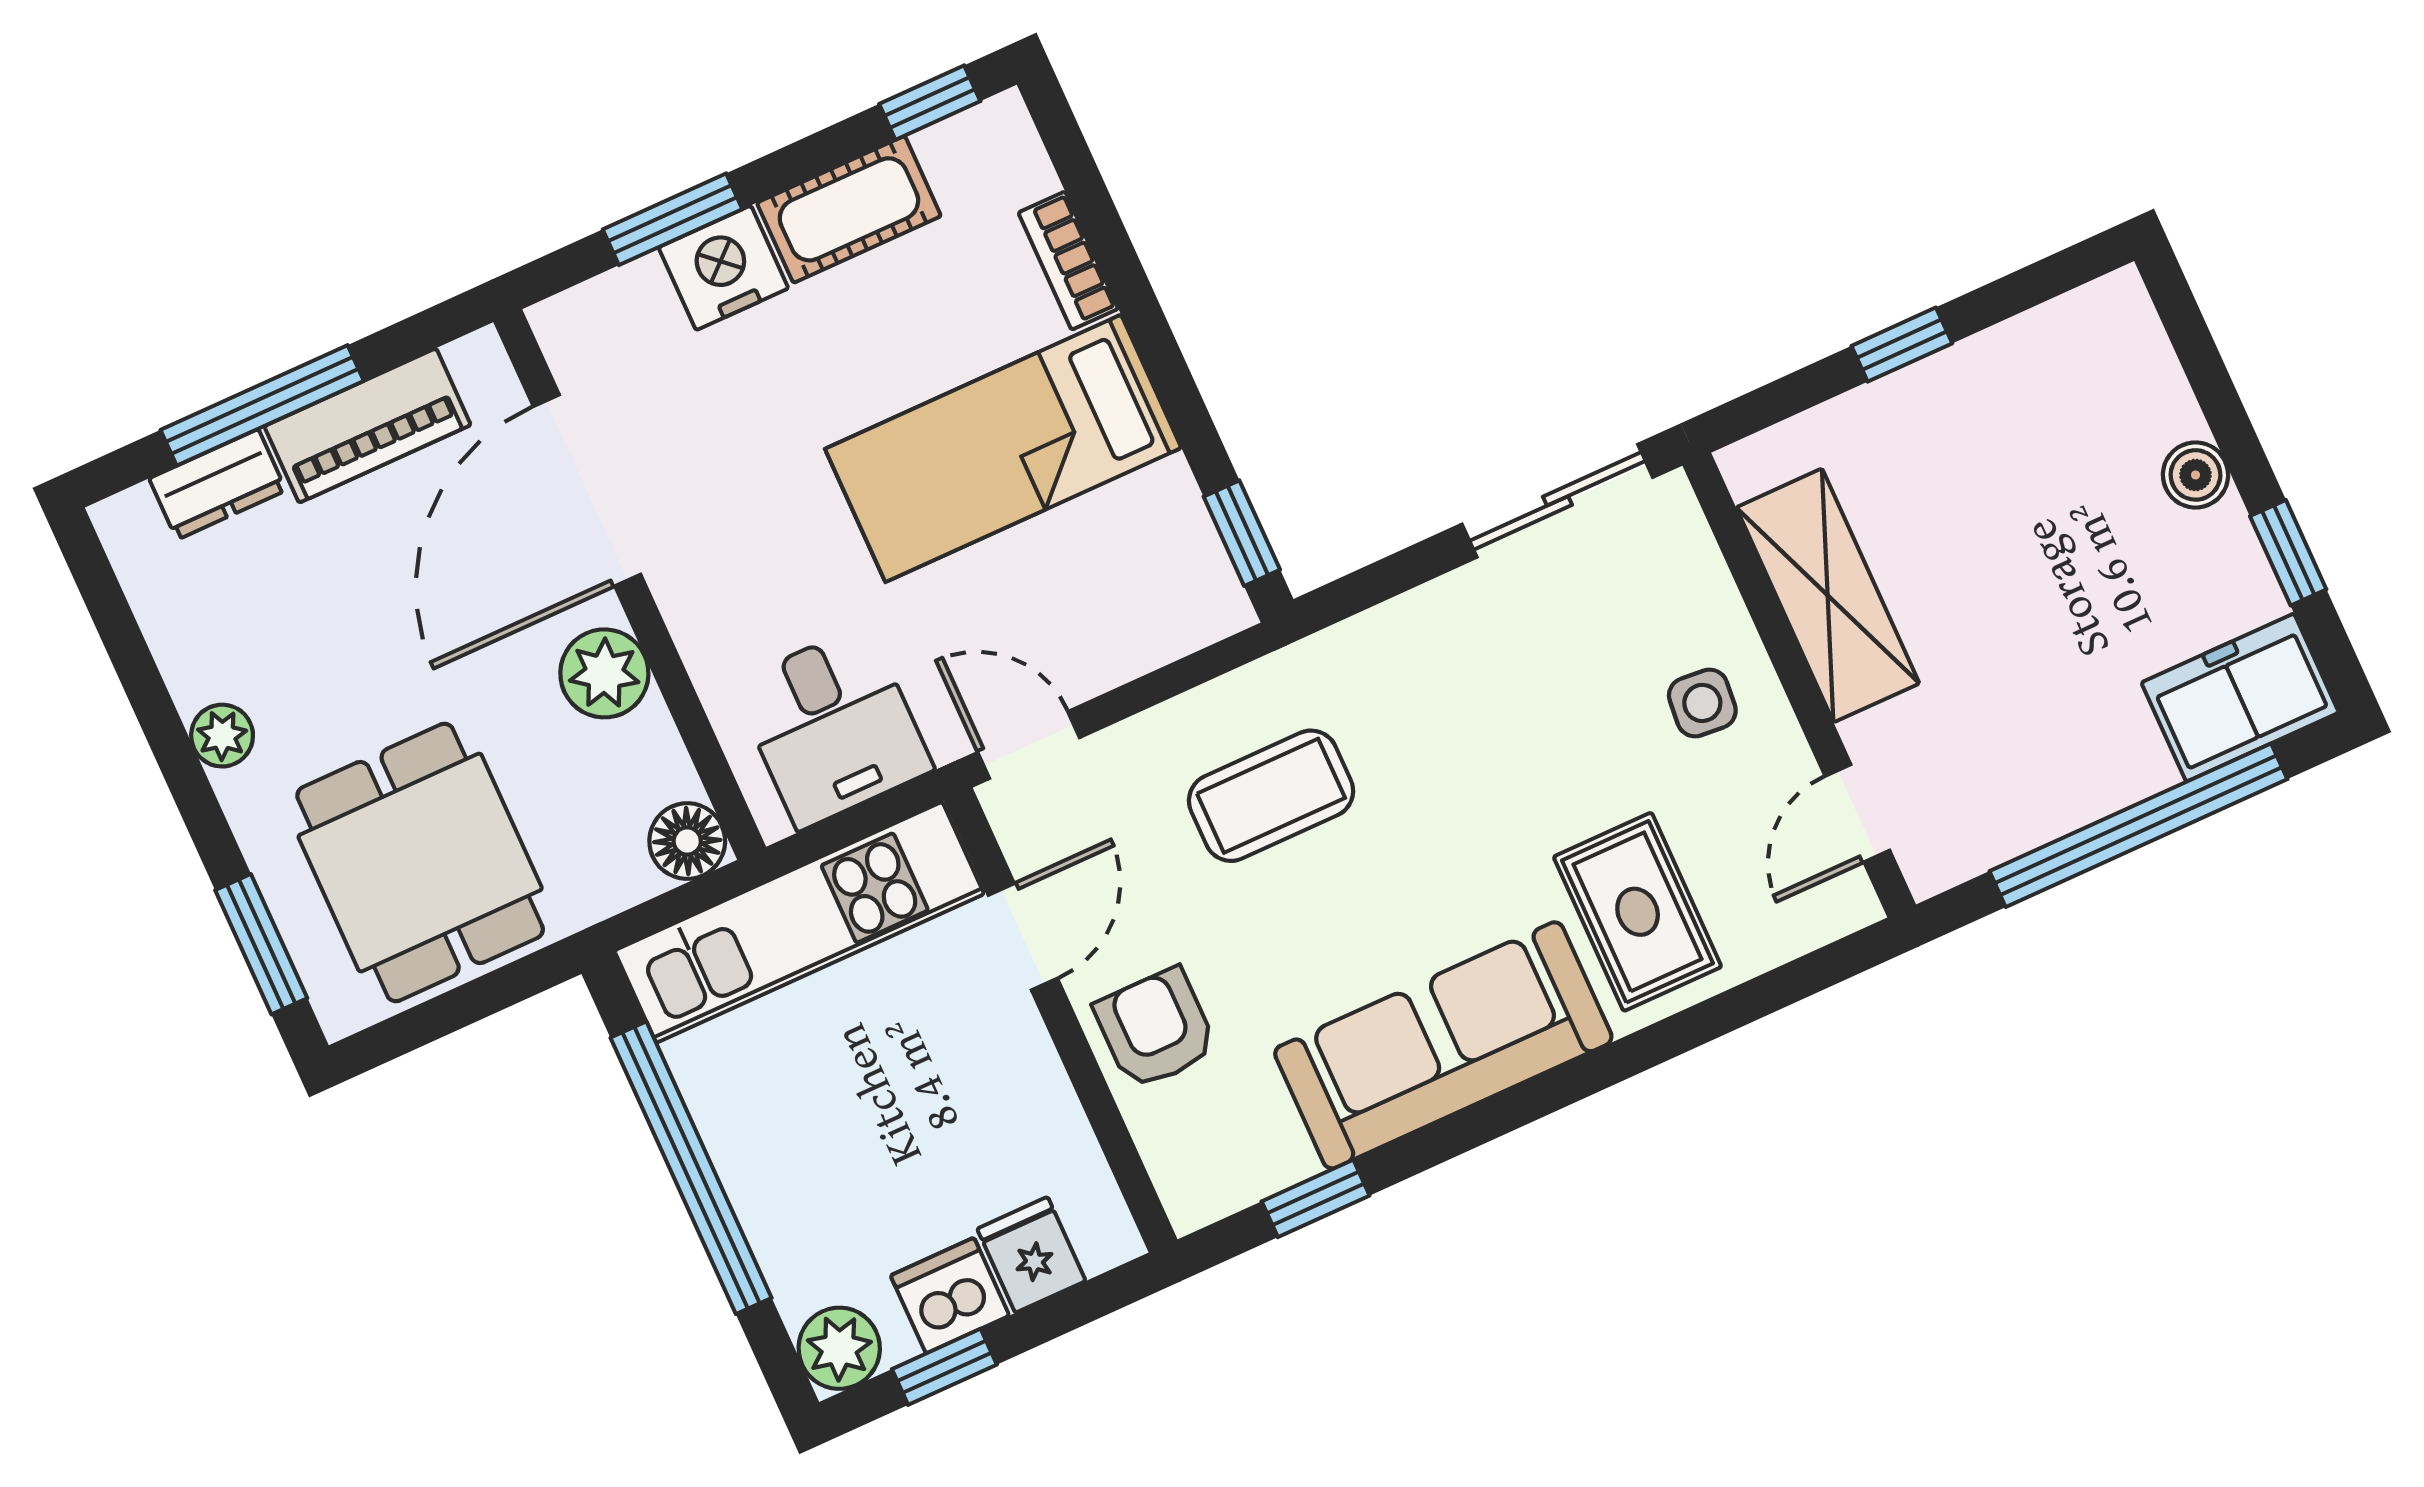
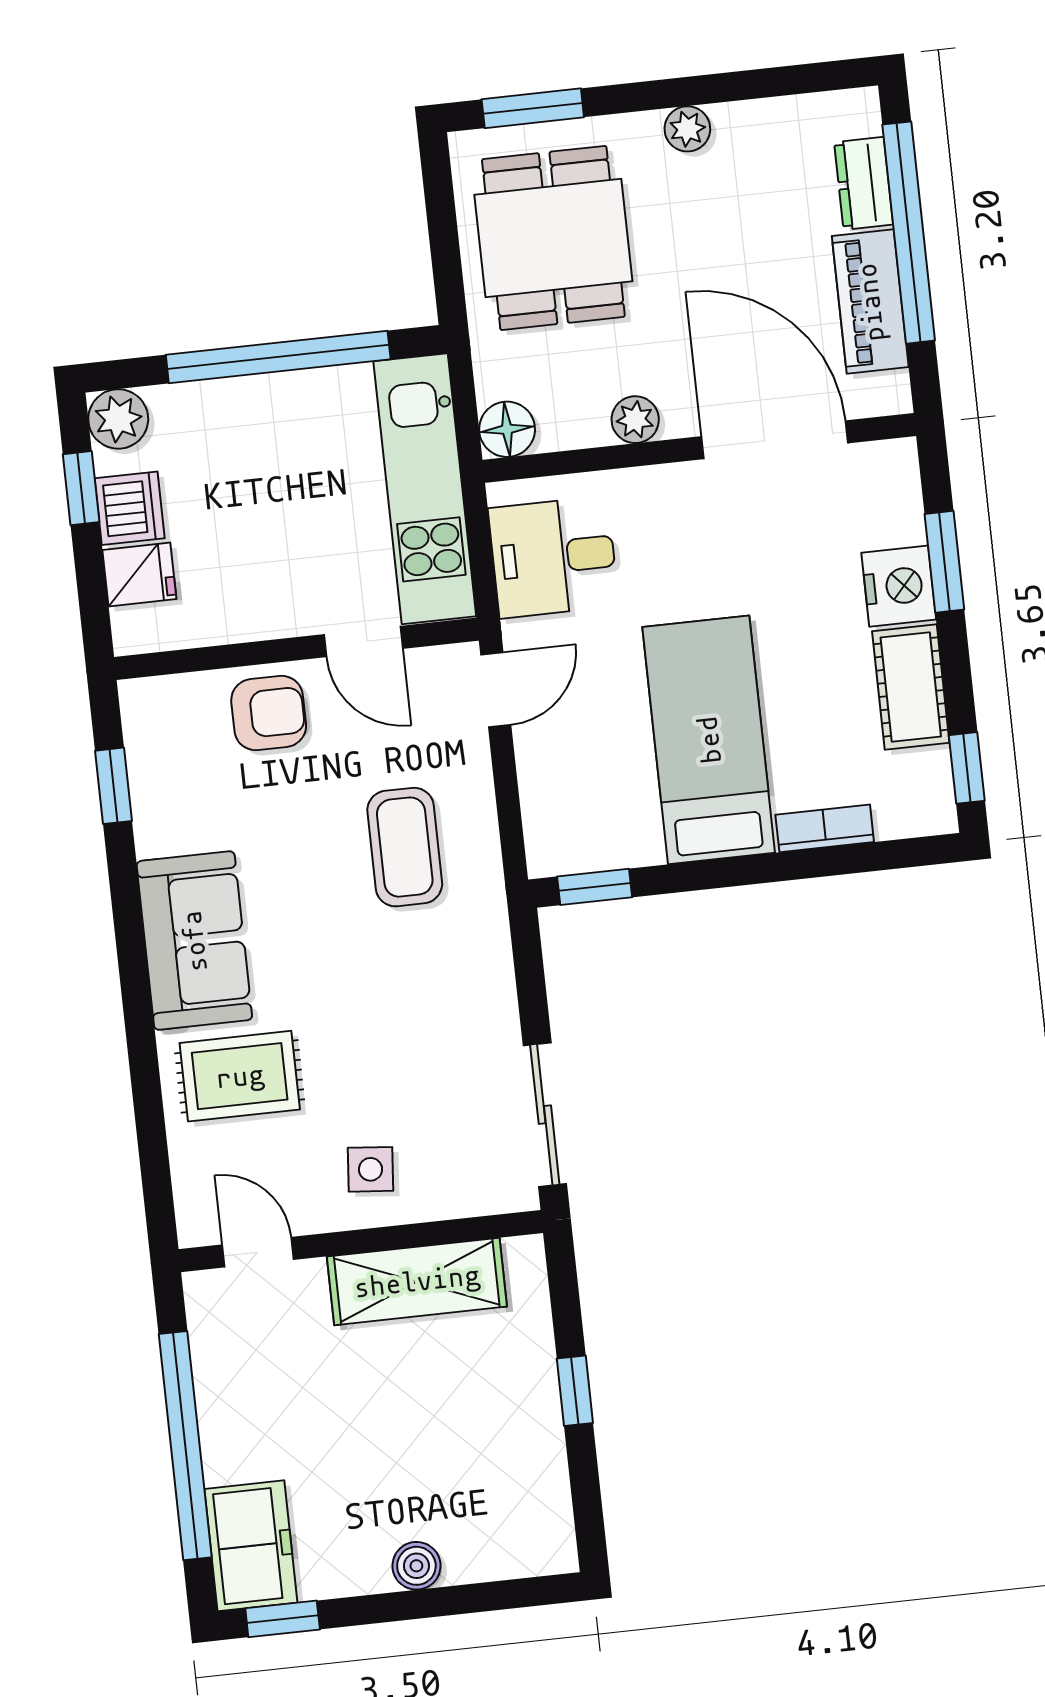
window: (262, 405) -> (909, 233), width x1.46
window: (2288, 553) -> (283, 1619), moved
plant: (604, 673) -> (635, 420), width x0.73, depth x0.73
dining table: (420, 863) -> (553, 238), turned 90
sofa: (1443, 1045) -> (194, 941), width x0.73

